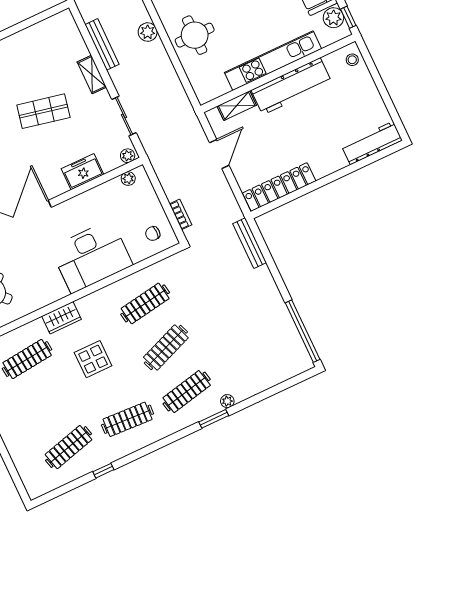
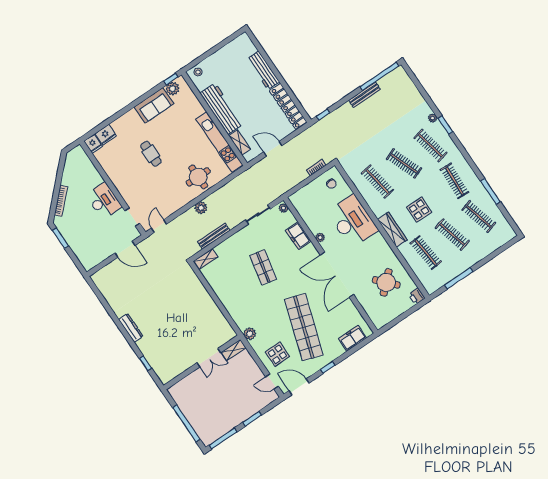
kitchen unit: (273, 61) -> (219, 142), moved
shelving: (92, 75) -> (206, 259), moved
workbench: (372, 143) -> (263, 70), moved
plant: (128, 179) -> (320, 238), moved
window: (258, 237) -> (323, 115), added
bench: (250, 243) -> (364, 95), moved
wardrobe: (61, 318) -> (392, 230), width x1.50
clothes rail: (48, 403) -> (452, 234), added
window: (103, 471) -> (490, 191), width x2.17

